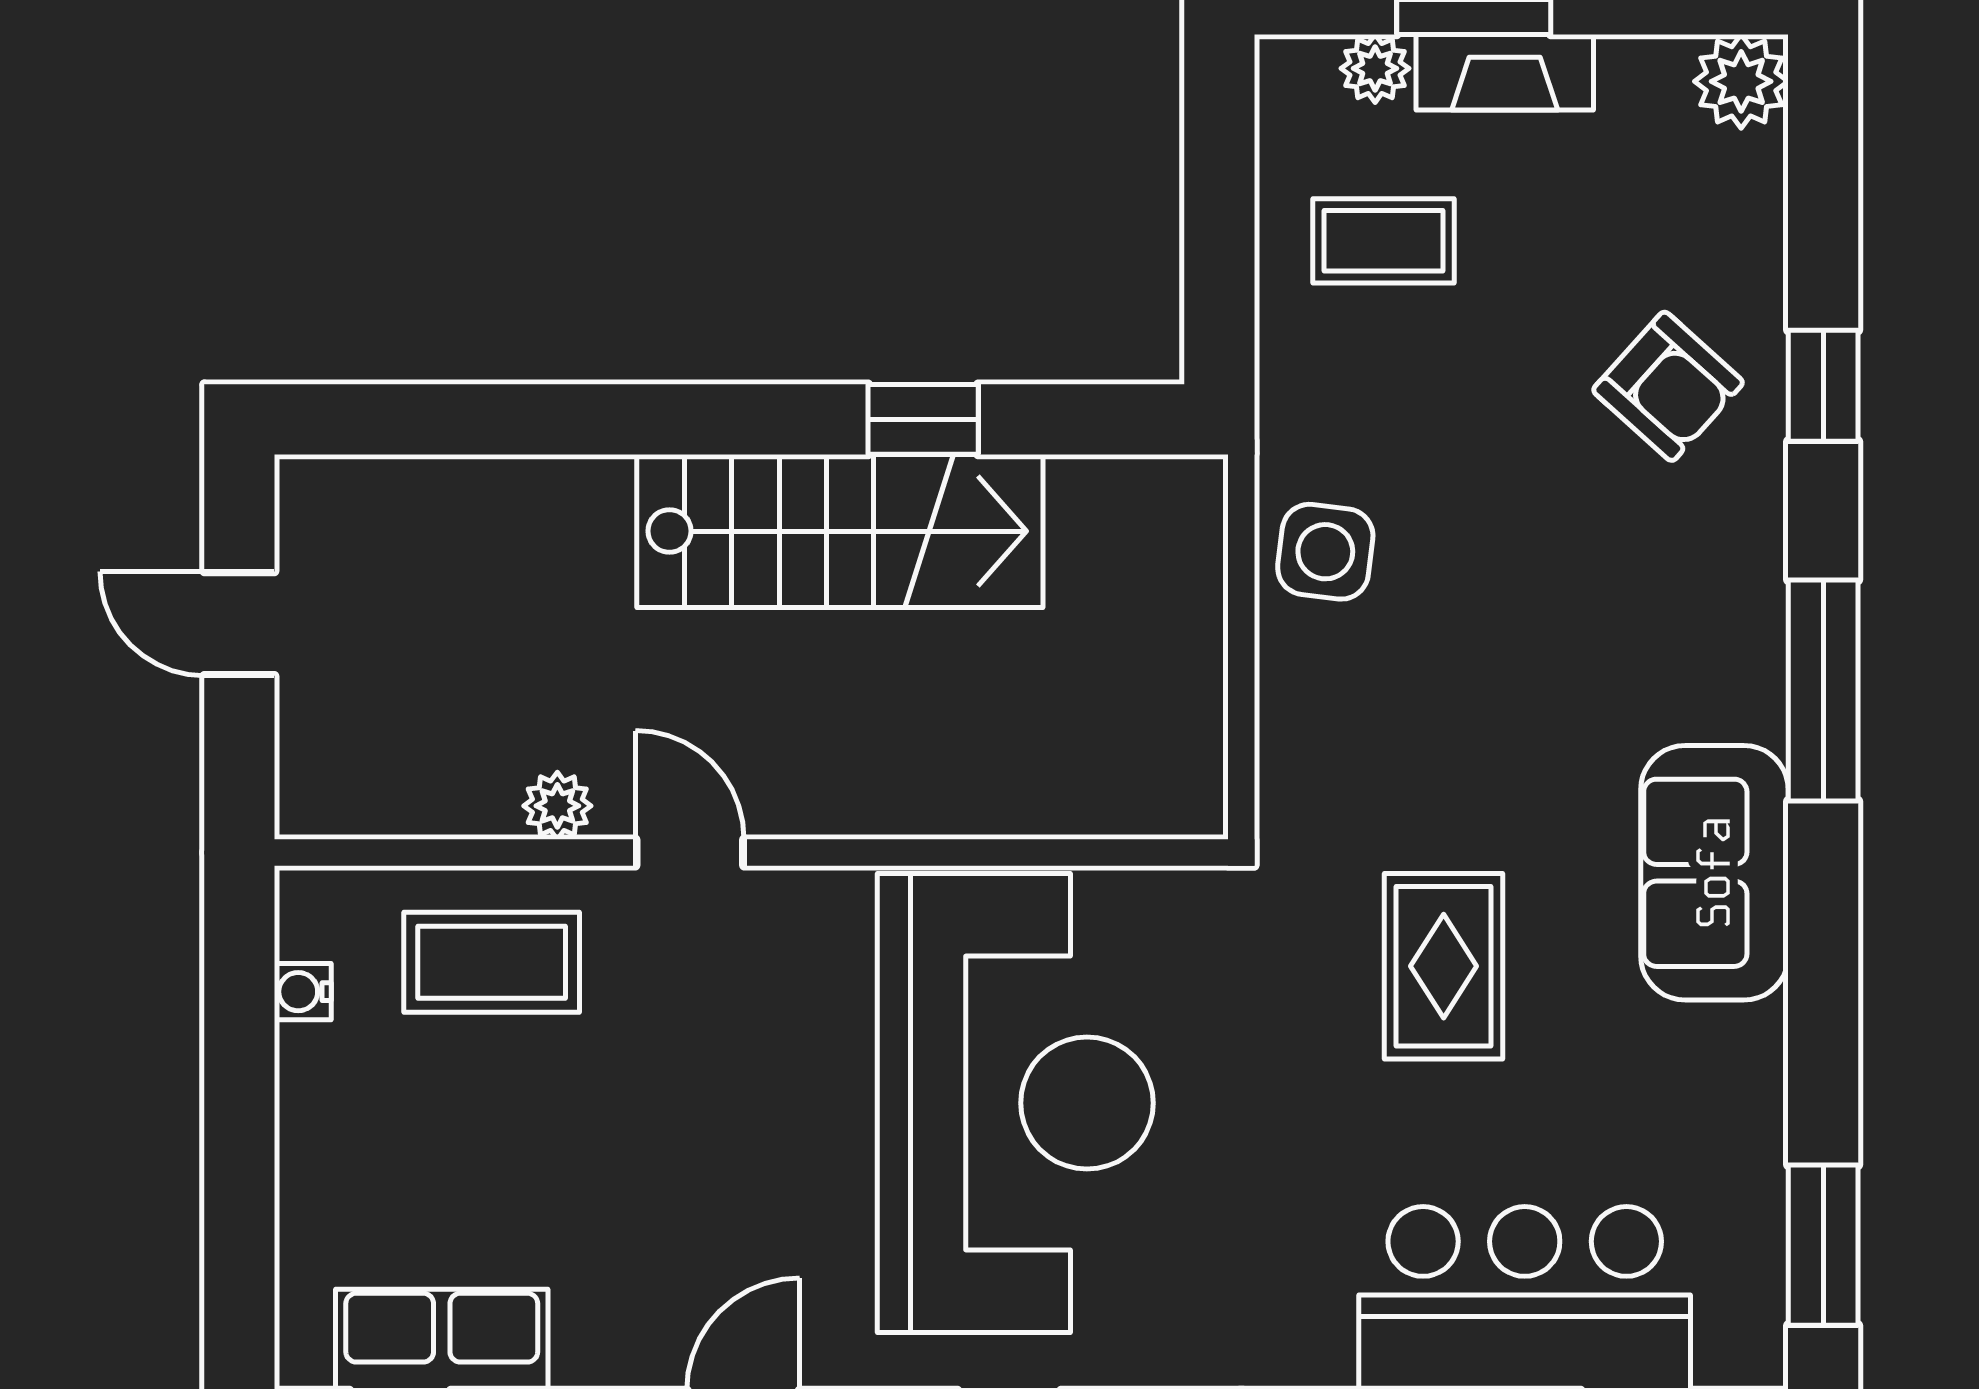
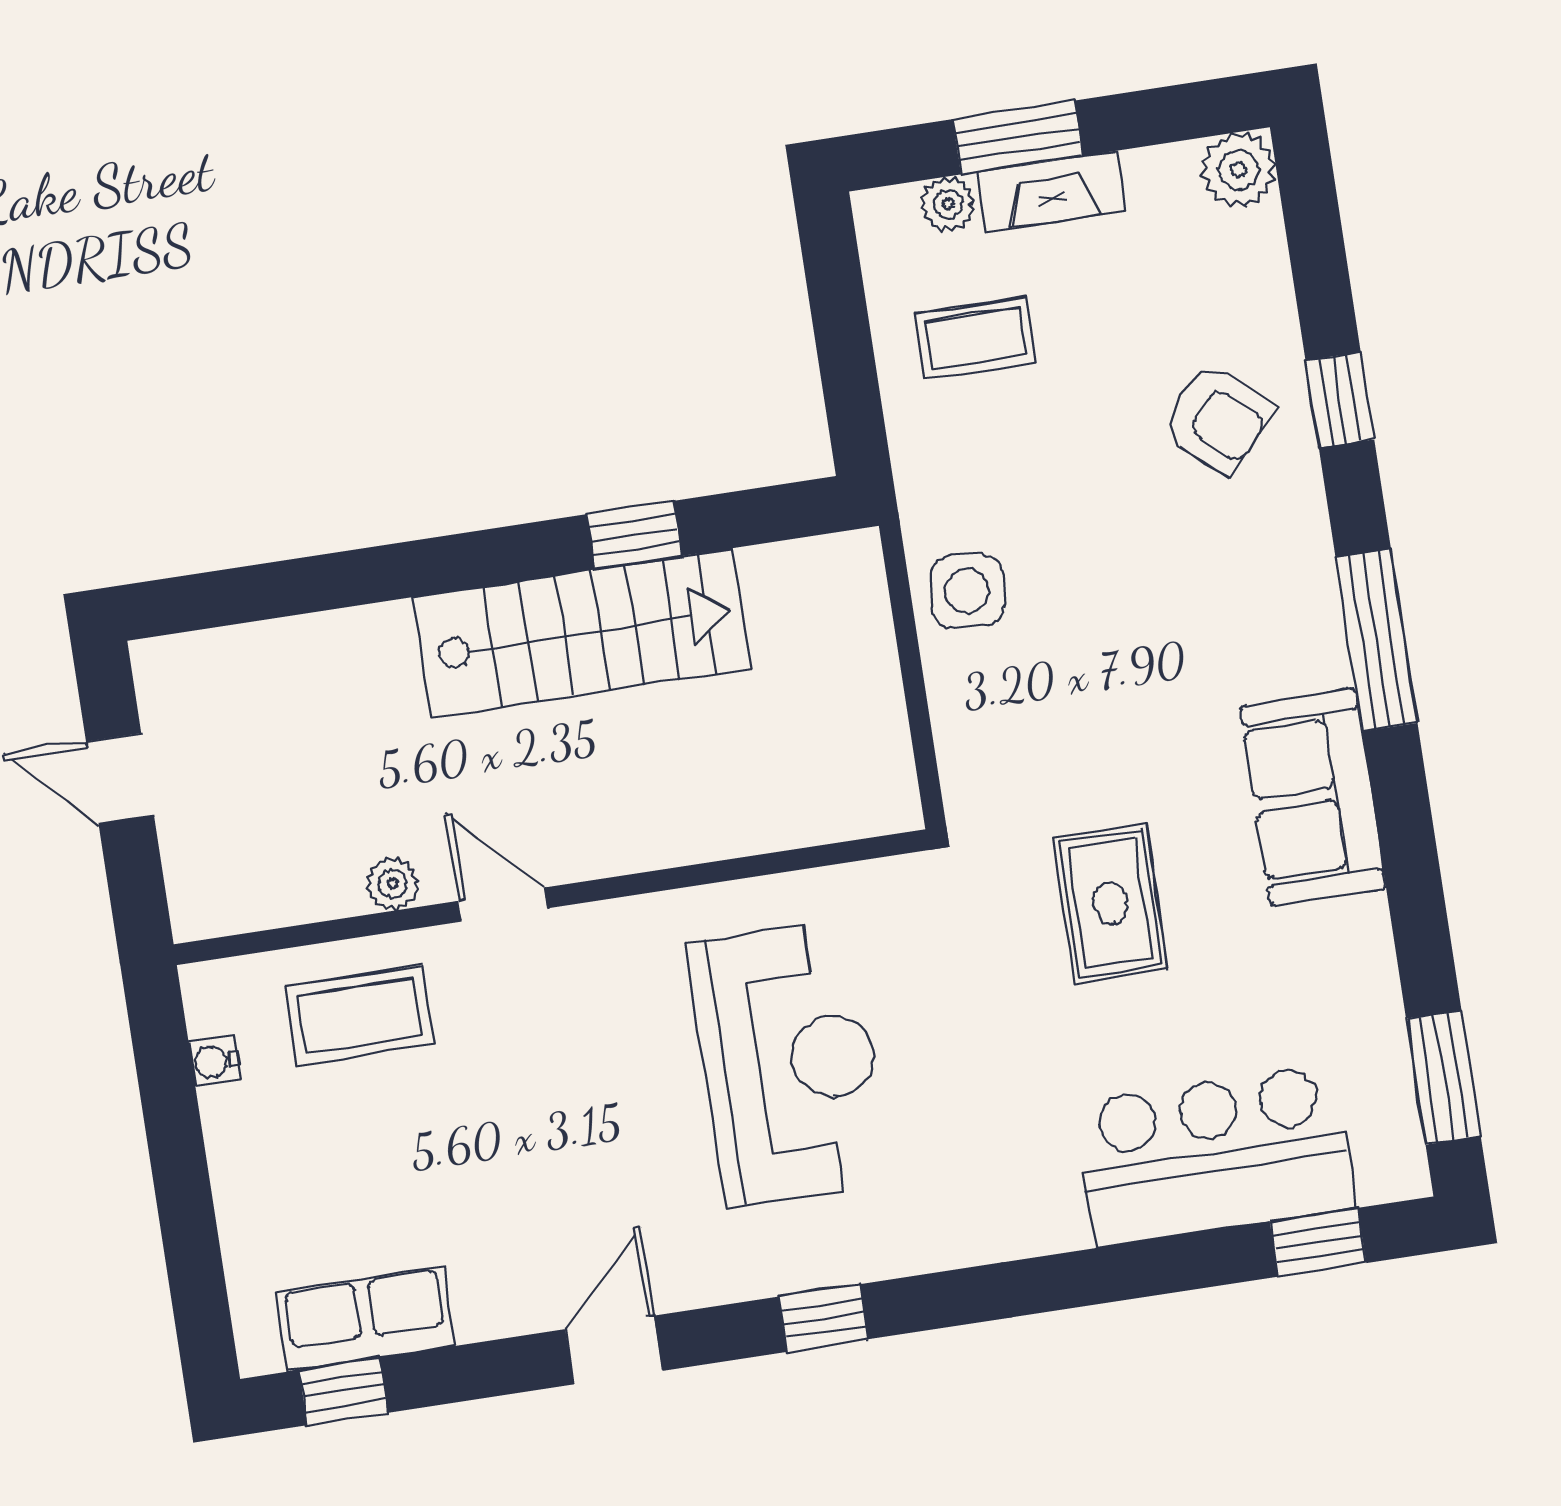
reception desk: (1015, 1103) -> (789, 1063), width x0.74, depth x0.77

